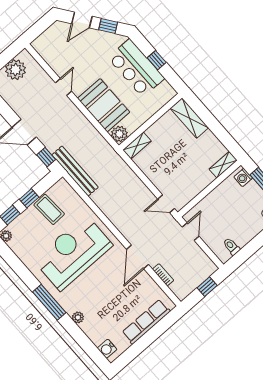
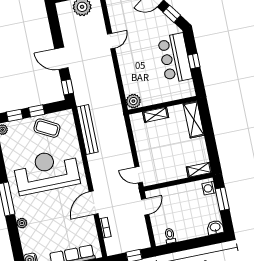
booth: (104, 105) -> (134, 72), removed
shelving: (137, 146) -> (156, 115), moved
bench: (75, 171) -> (87, 130), moved
coffee table: (49, 209) -> (47, 128), turned -59

